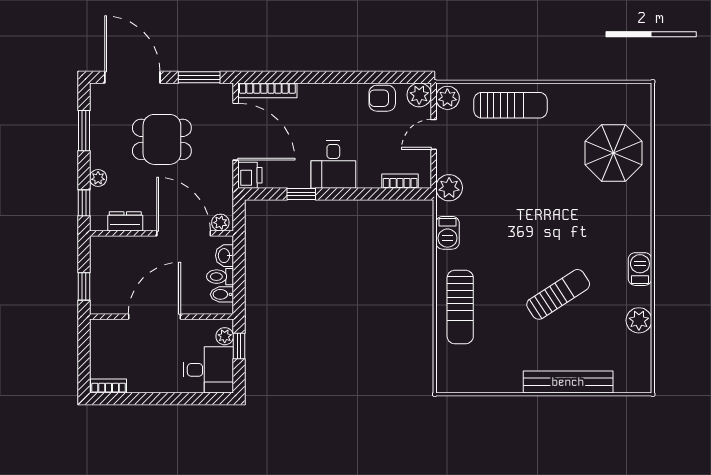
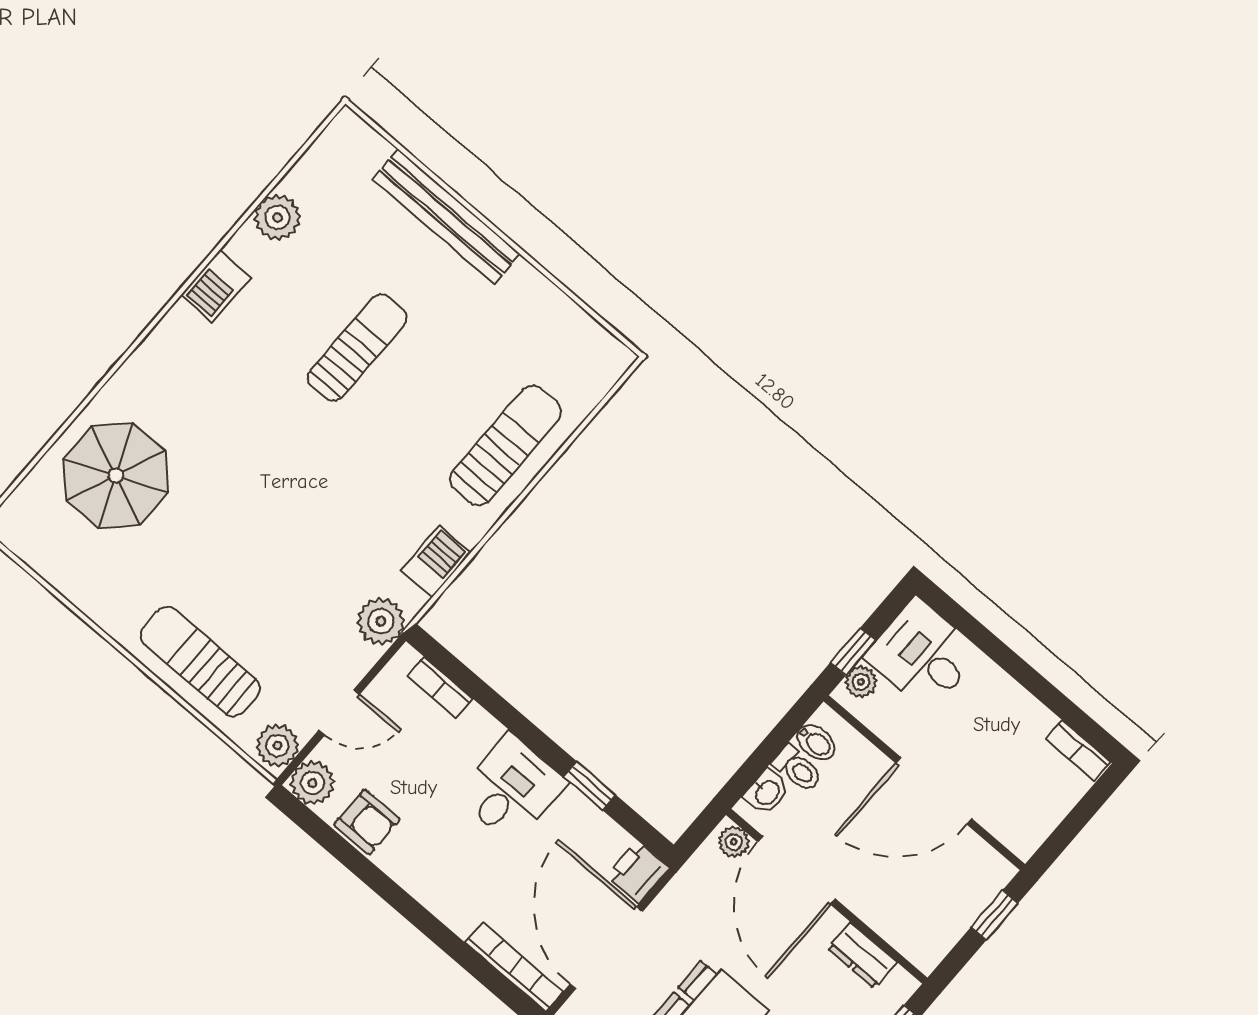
sun lounger: (558, 294) -> (357, 348), turned 123

